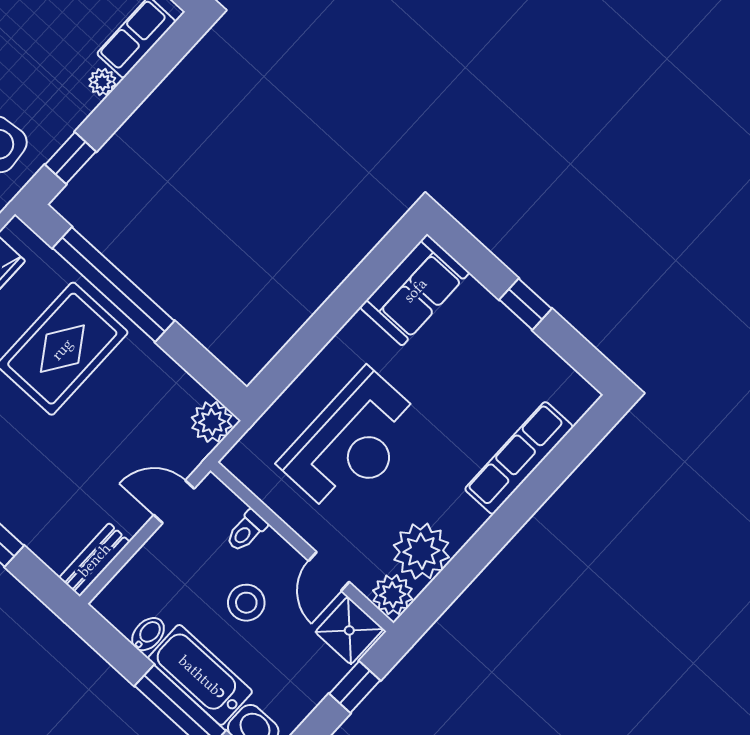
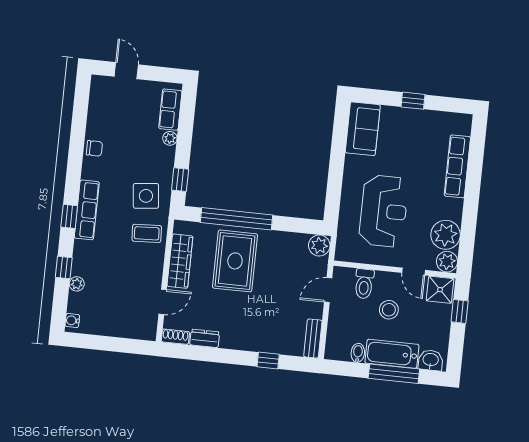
toilet: (246, 531) -> (364, 284), width x1.37, depth x1.39

